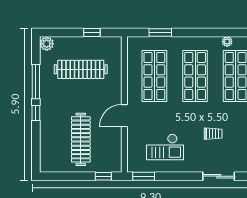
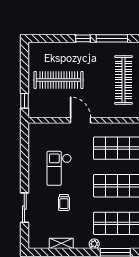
checkout: (165, 147) -> (59, 168), moved
window: (144, 176) -> (24, 138), removed

